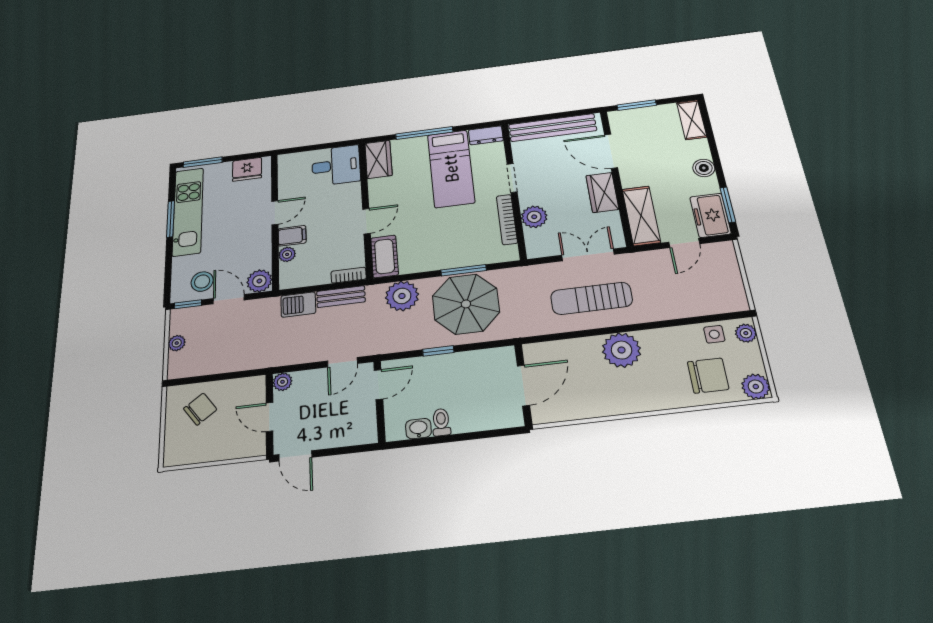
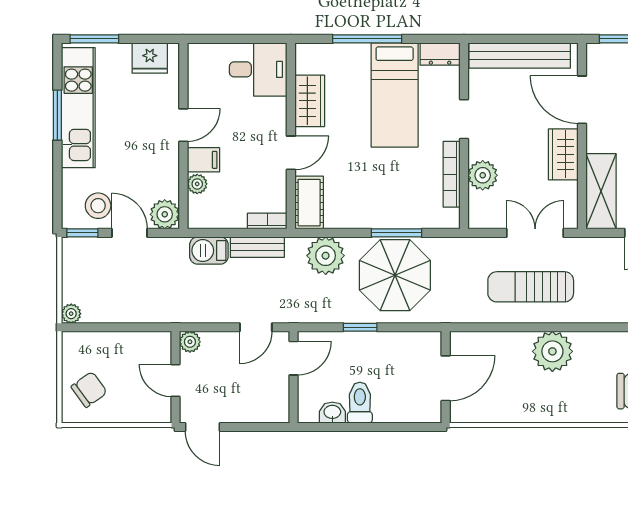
wardrobe: (378, 159) -> (310, 101), moved
plant: (177, 343) -> (71, 314), moved
chair: (200, 409) -> (89, 389), moved
toilet: (441, 422) -> (360, 403), width x1.37, depth x1.39

